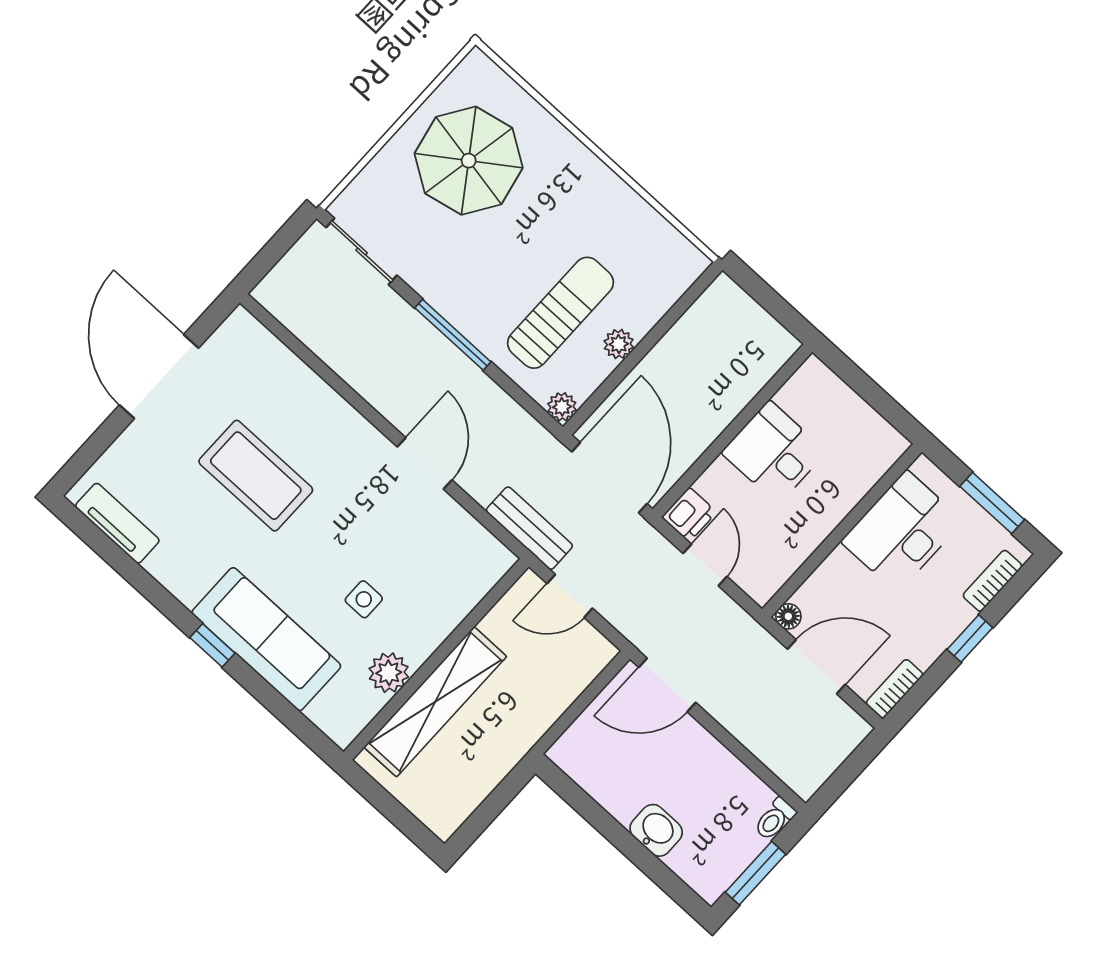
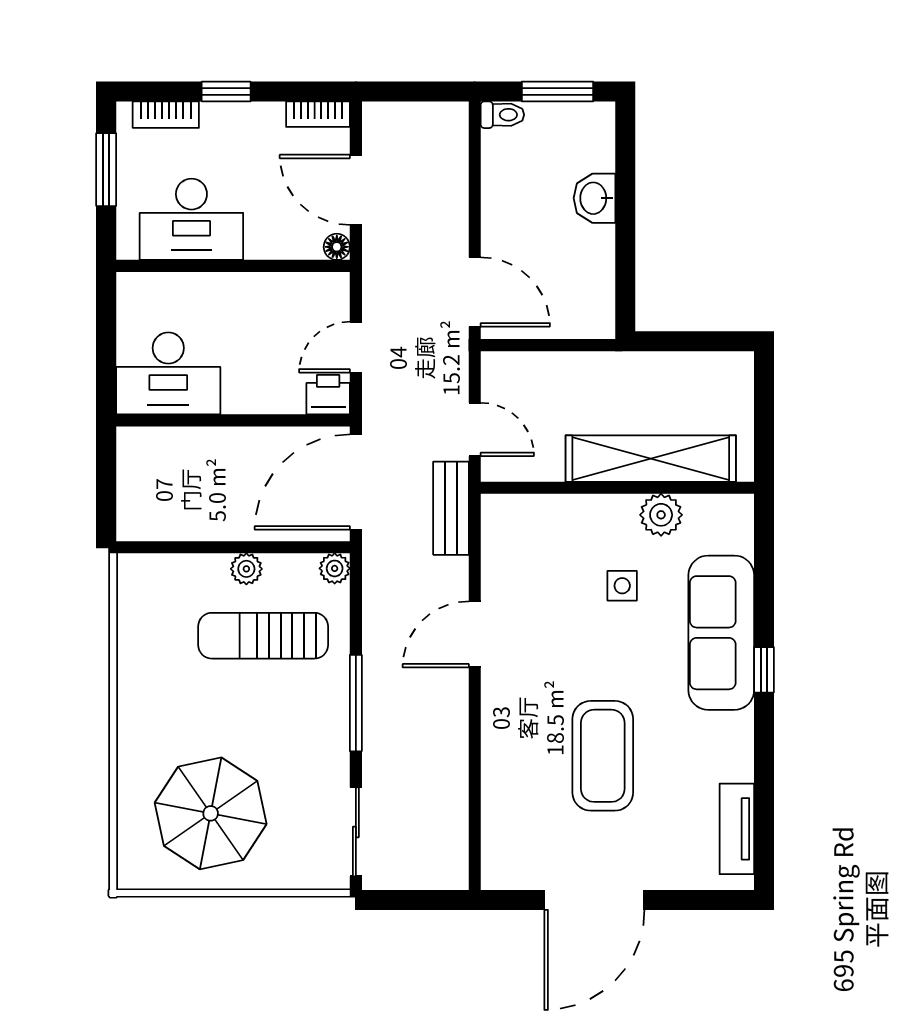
desk: (774, 452) -> (168, 373), moved, width x1.37

